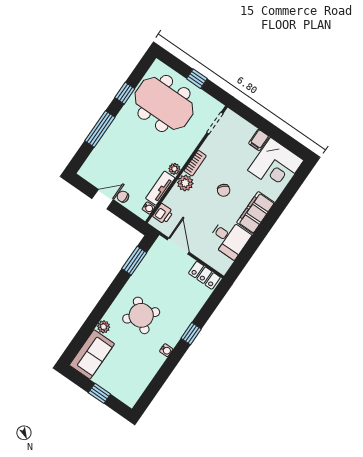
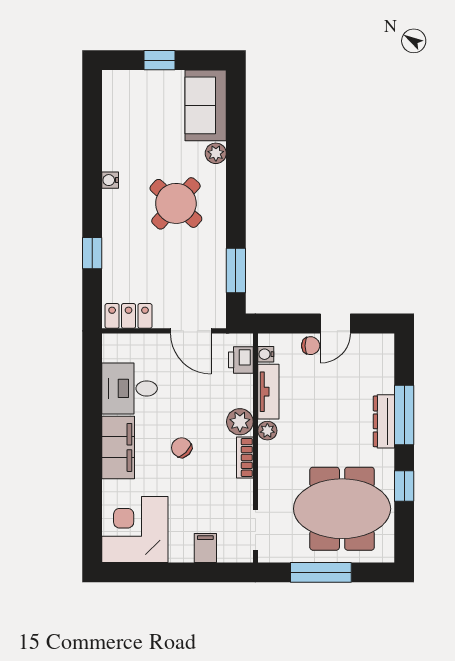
window: (197, 79) -> (321, 572), width x2.17
dresser: (112, 133) -> (384, 421), added
filing cabinet: (259, 140) -> (205, 548), moved
window: (191, 334) -> (92, 253), moved

